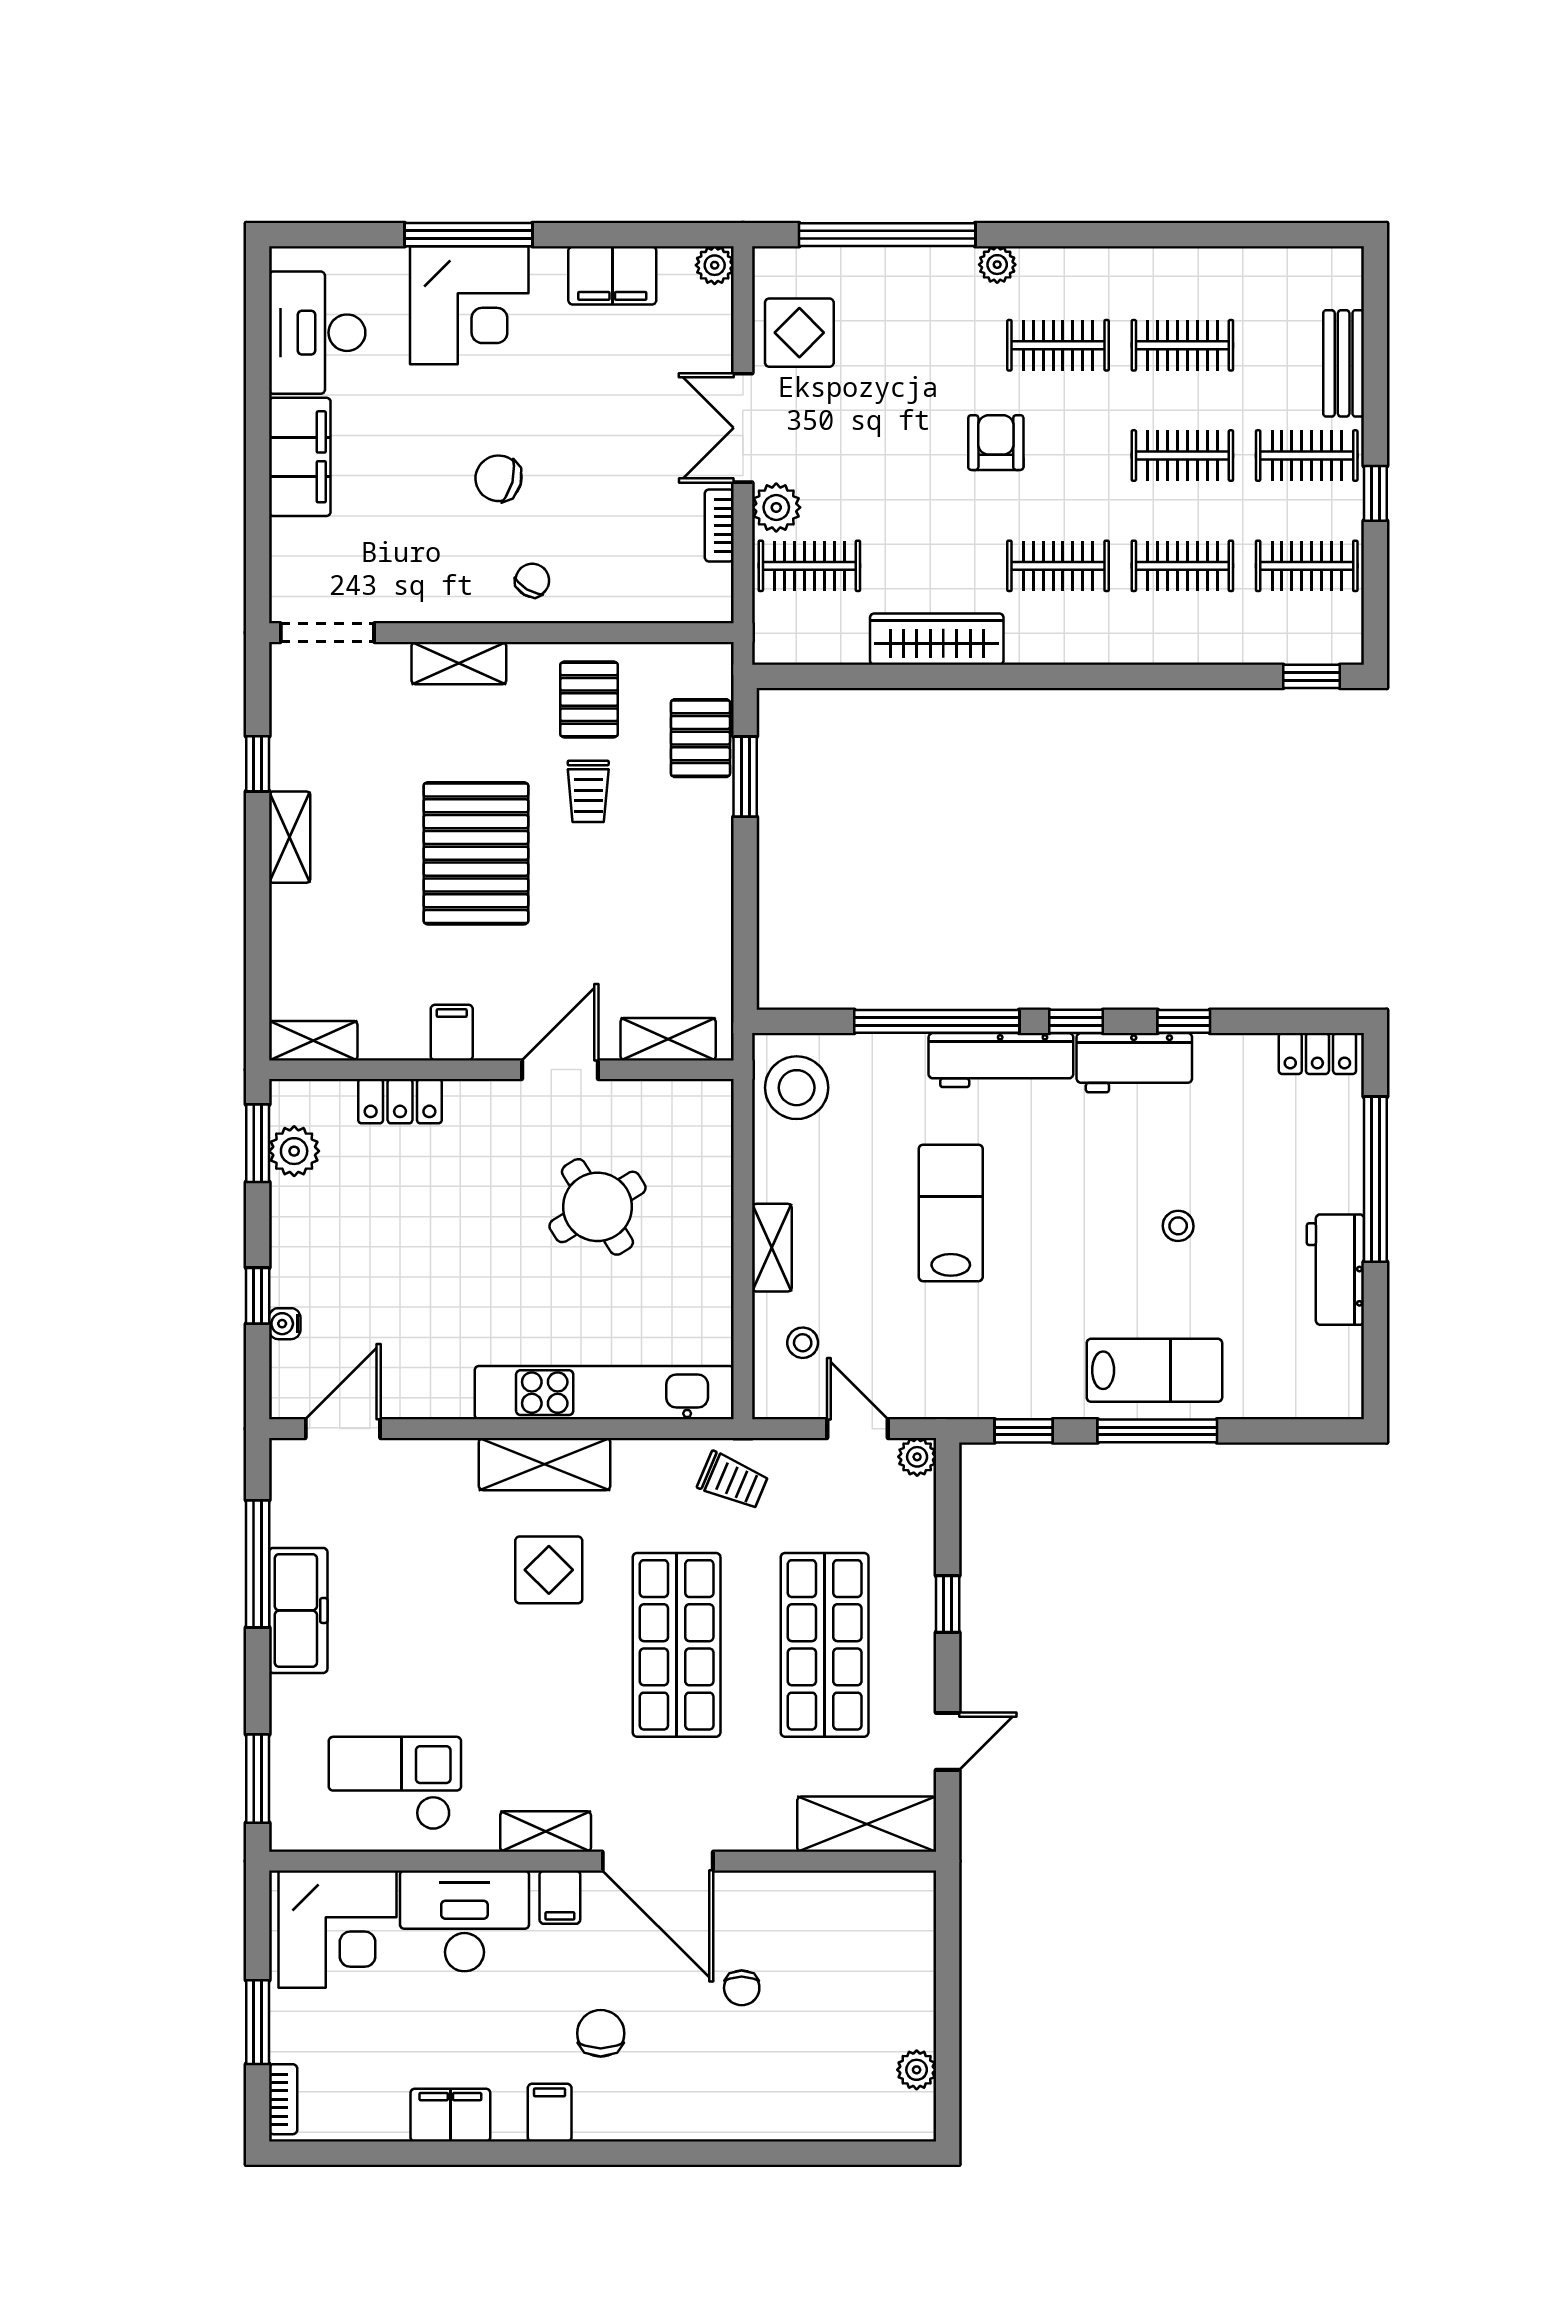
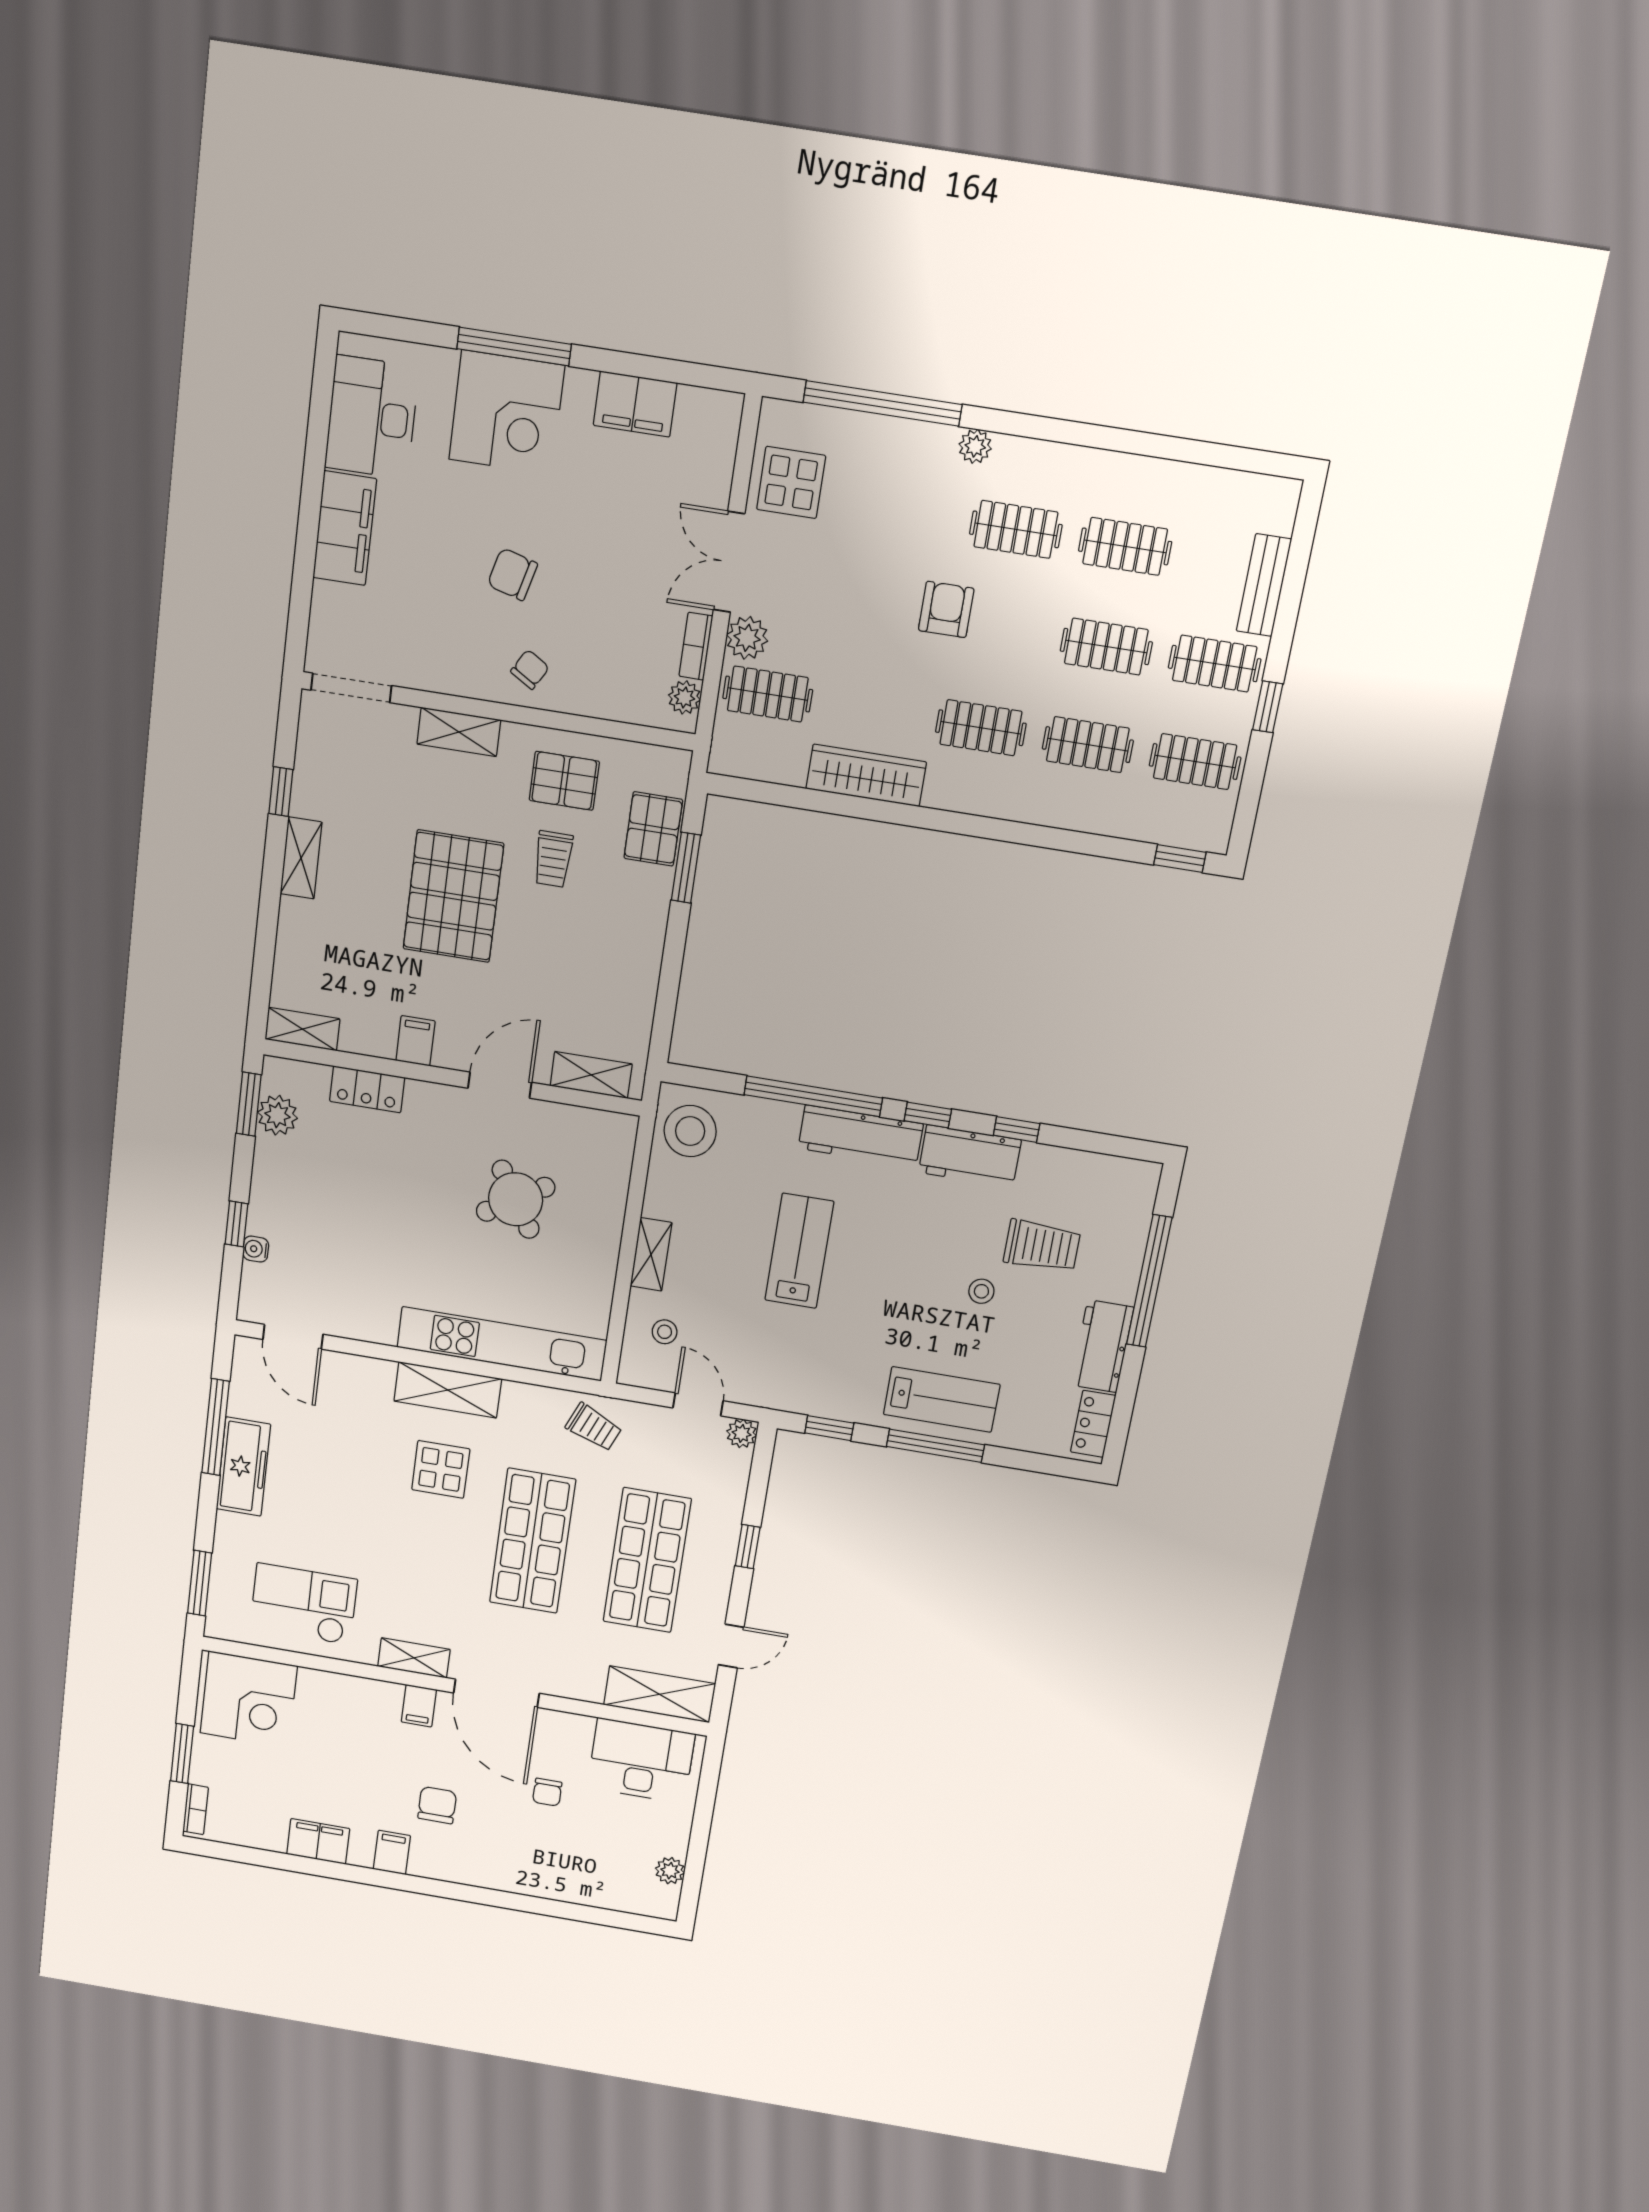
plant: (715, 265) -> (684, 697), moved
pallet: (589, 699) -> (564, 781), turned 90
locker: (1317, 1054) -> (1093, 1424), moved, turned 90
trolley: (1240, 1158) -> (1042, 1246), added
door: (343, 1429) -> (293, 1337), swing flipped
desk: (464, 1921) -> (641, 1761), moved

